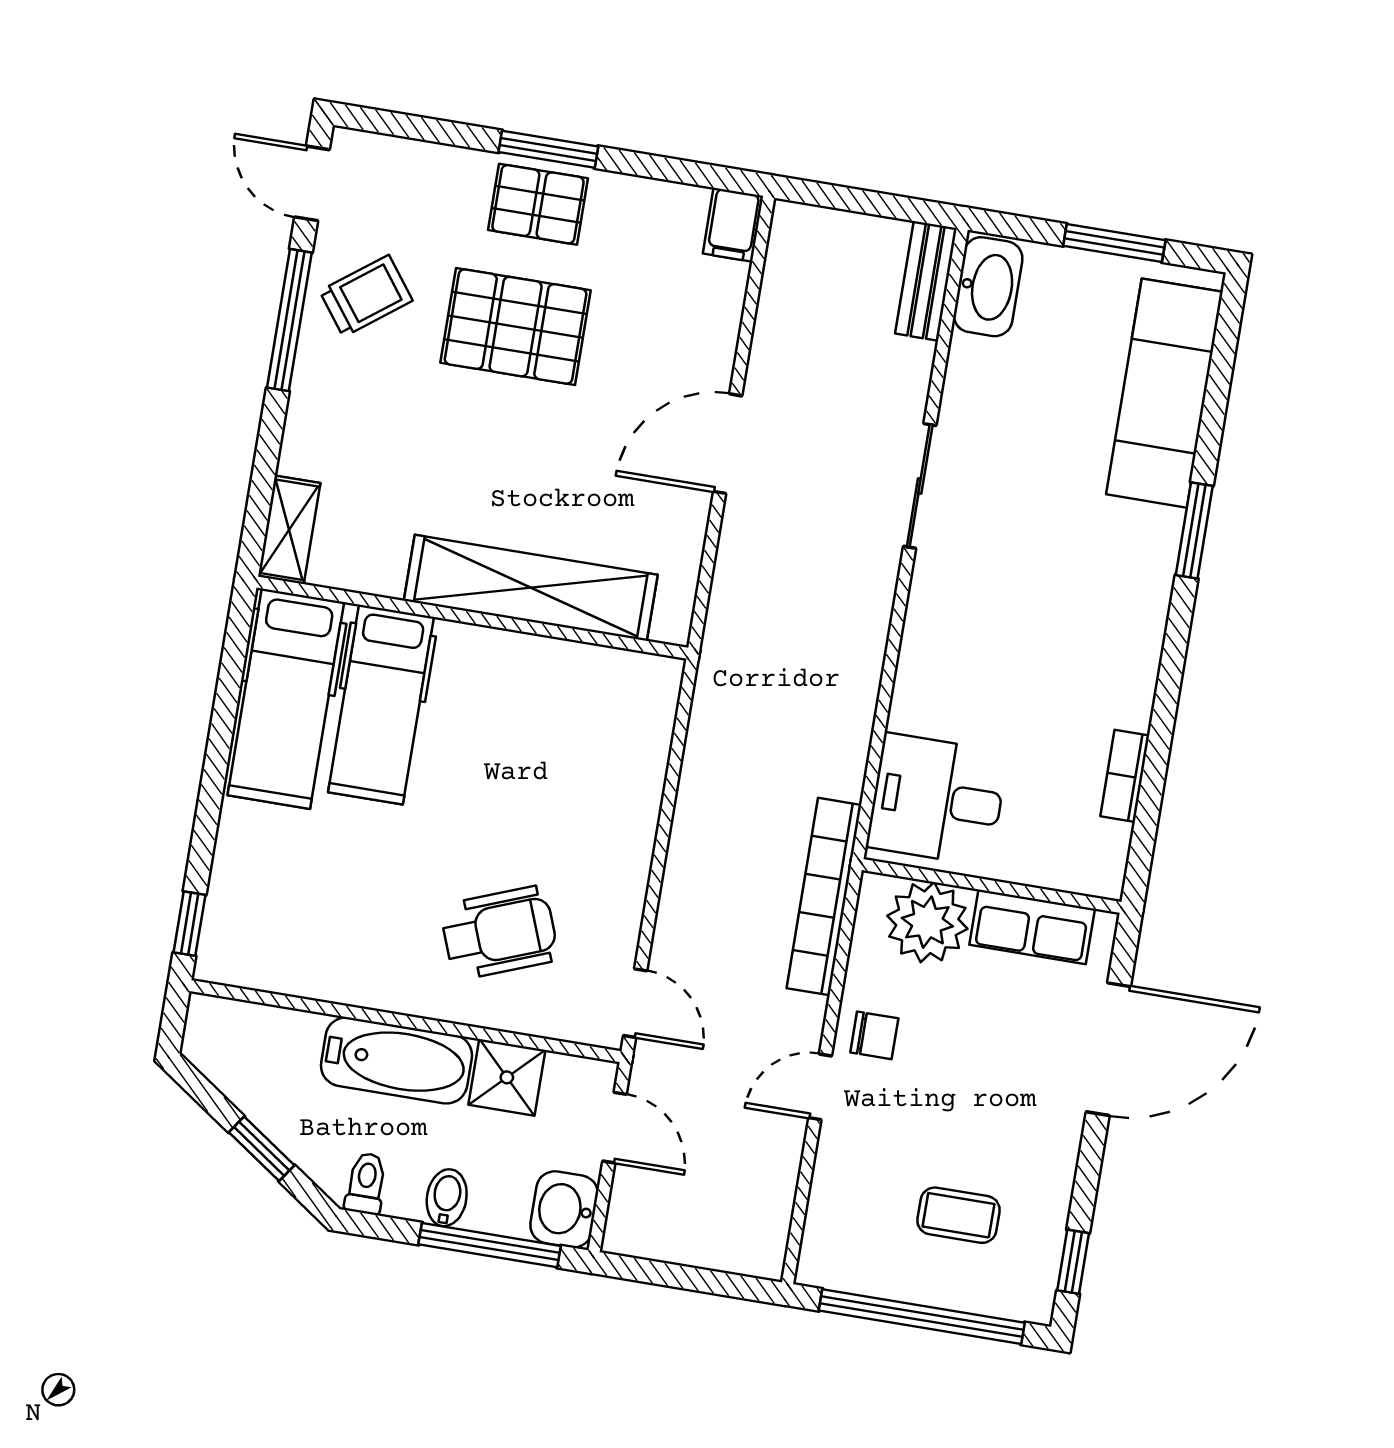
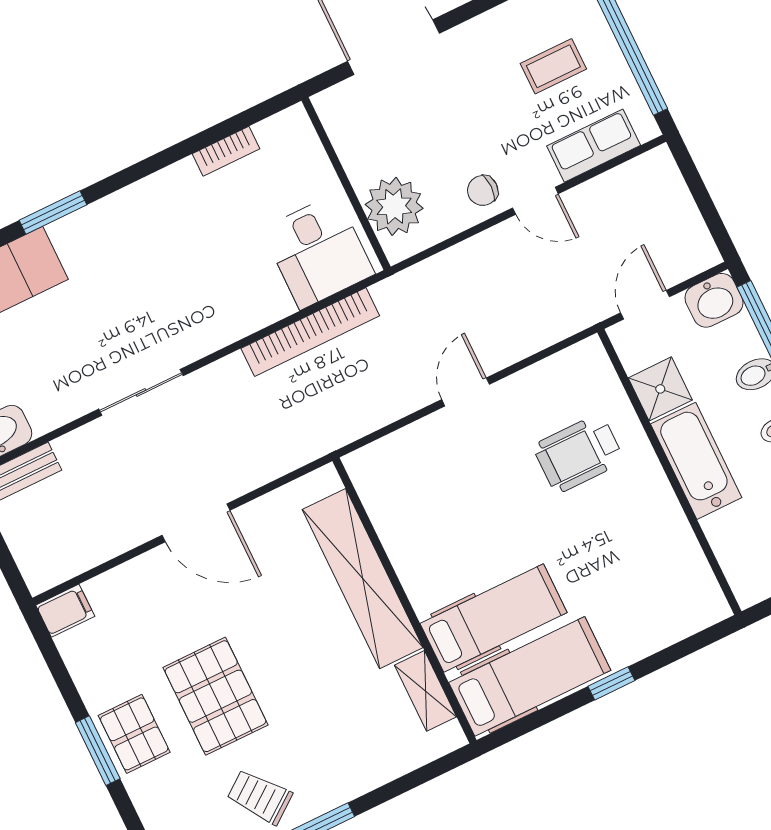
shelving: (289, 530) -> (426, 691), moved, turned 90
bookcase: (824, 897) -> (310, 332), moved
window: (189, 924) -> (611, 683), moved
row of seats: (1032, 927) -> (594, 146), moved, turned -90
wheelchair: (499, 933) -> (578, 454), turned -69
door: (635, 1003) -> (466, 392), moved
chair: (874, 1035) -> (483, 190), turned -90
coffee table: (958, 1215) -> (553, 66), turned 90

